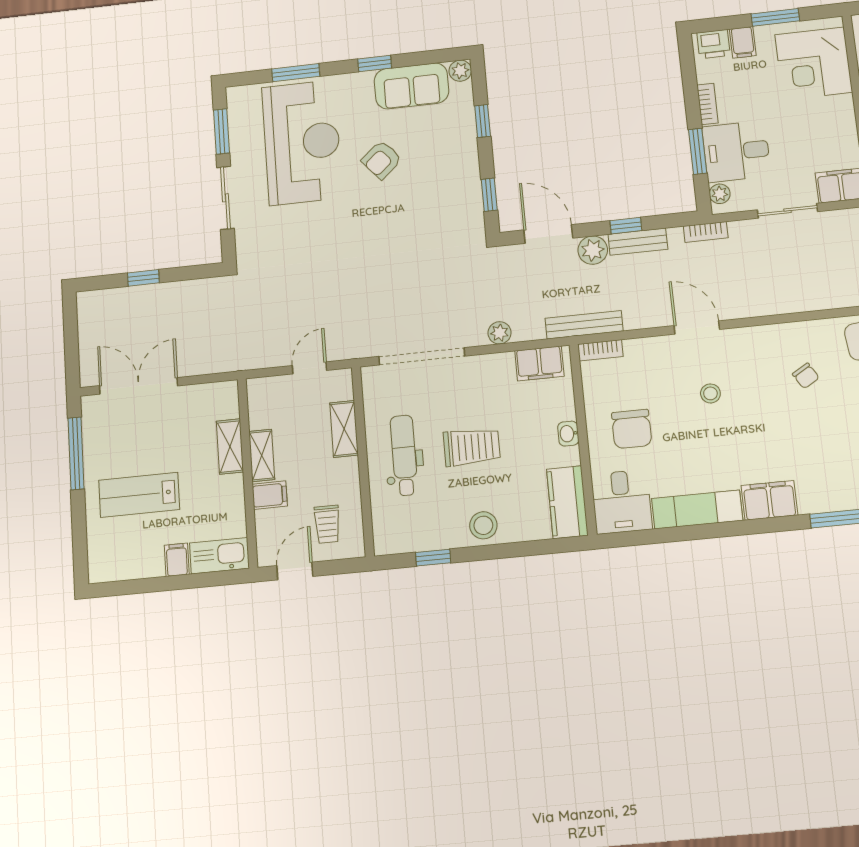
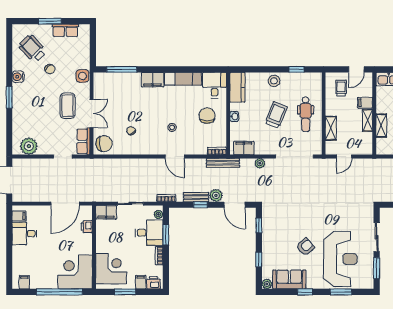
reception desk: (302, 142) -> (340, 259), turned 180
trolley: (472, 447) -> (276, 115), turned 112

